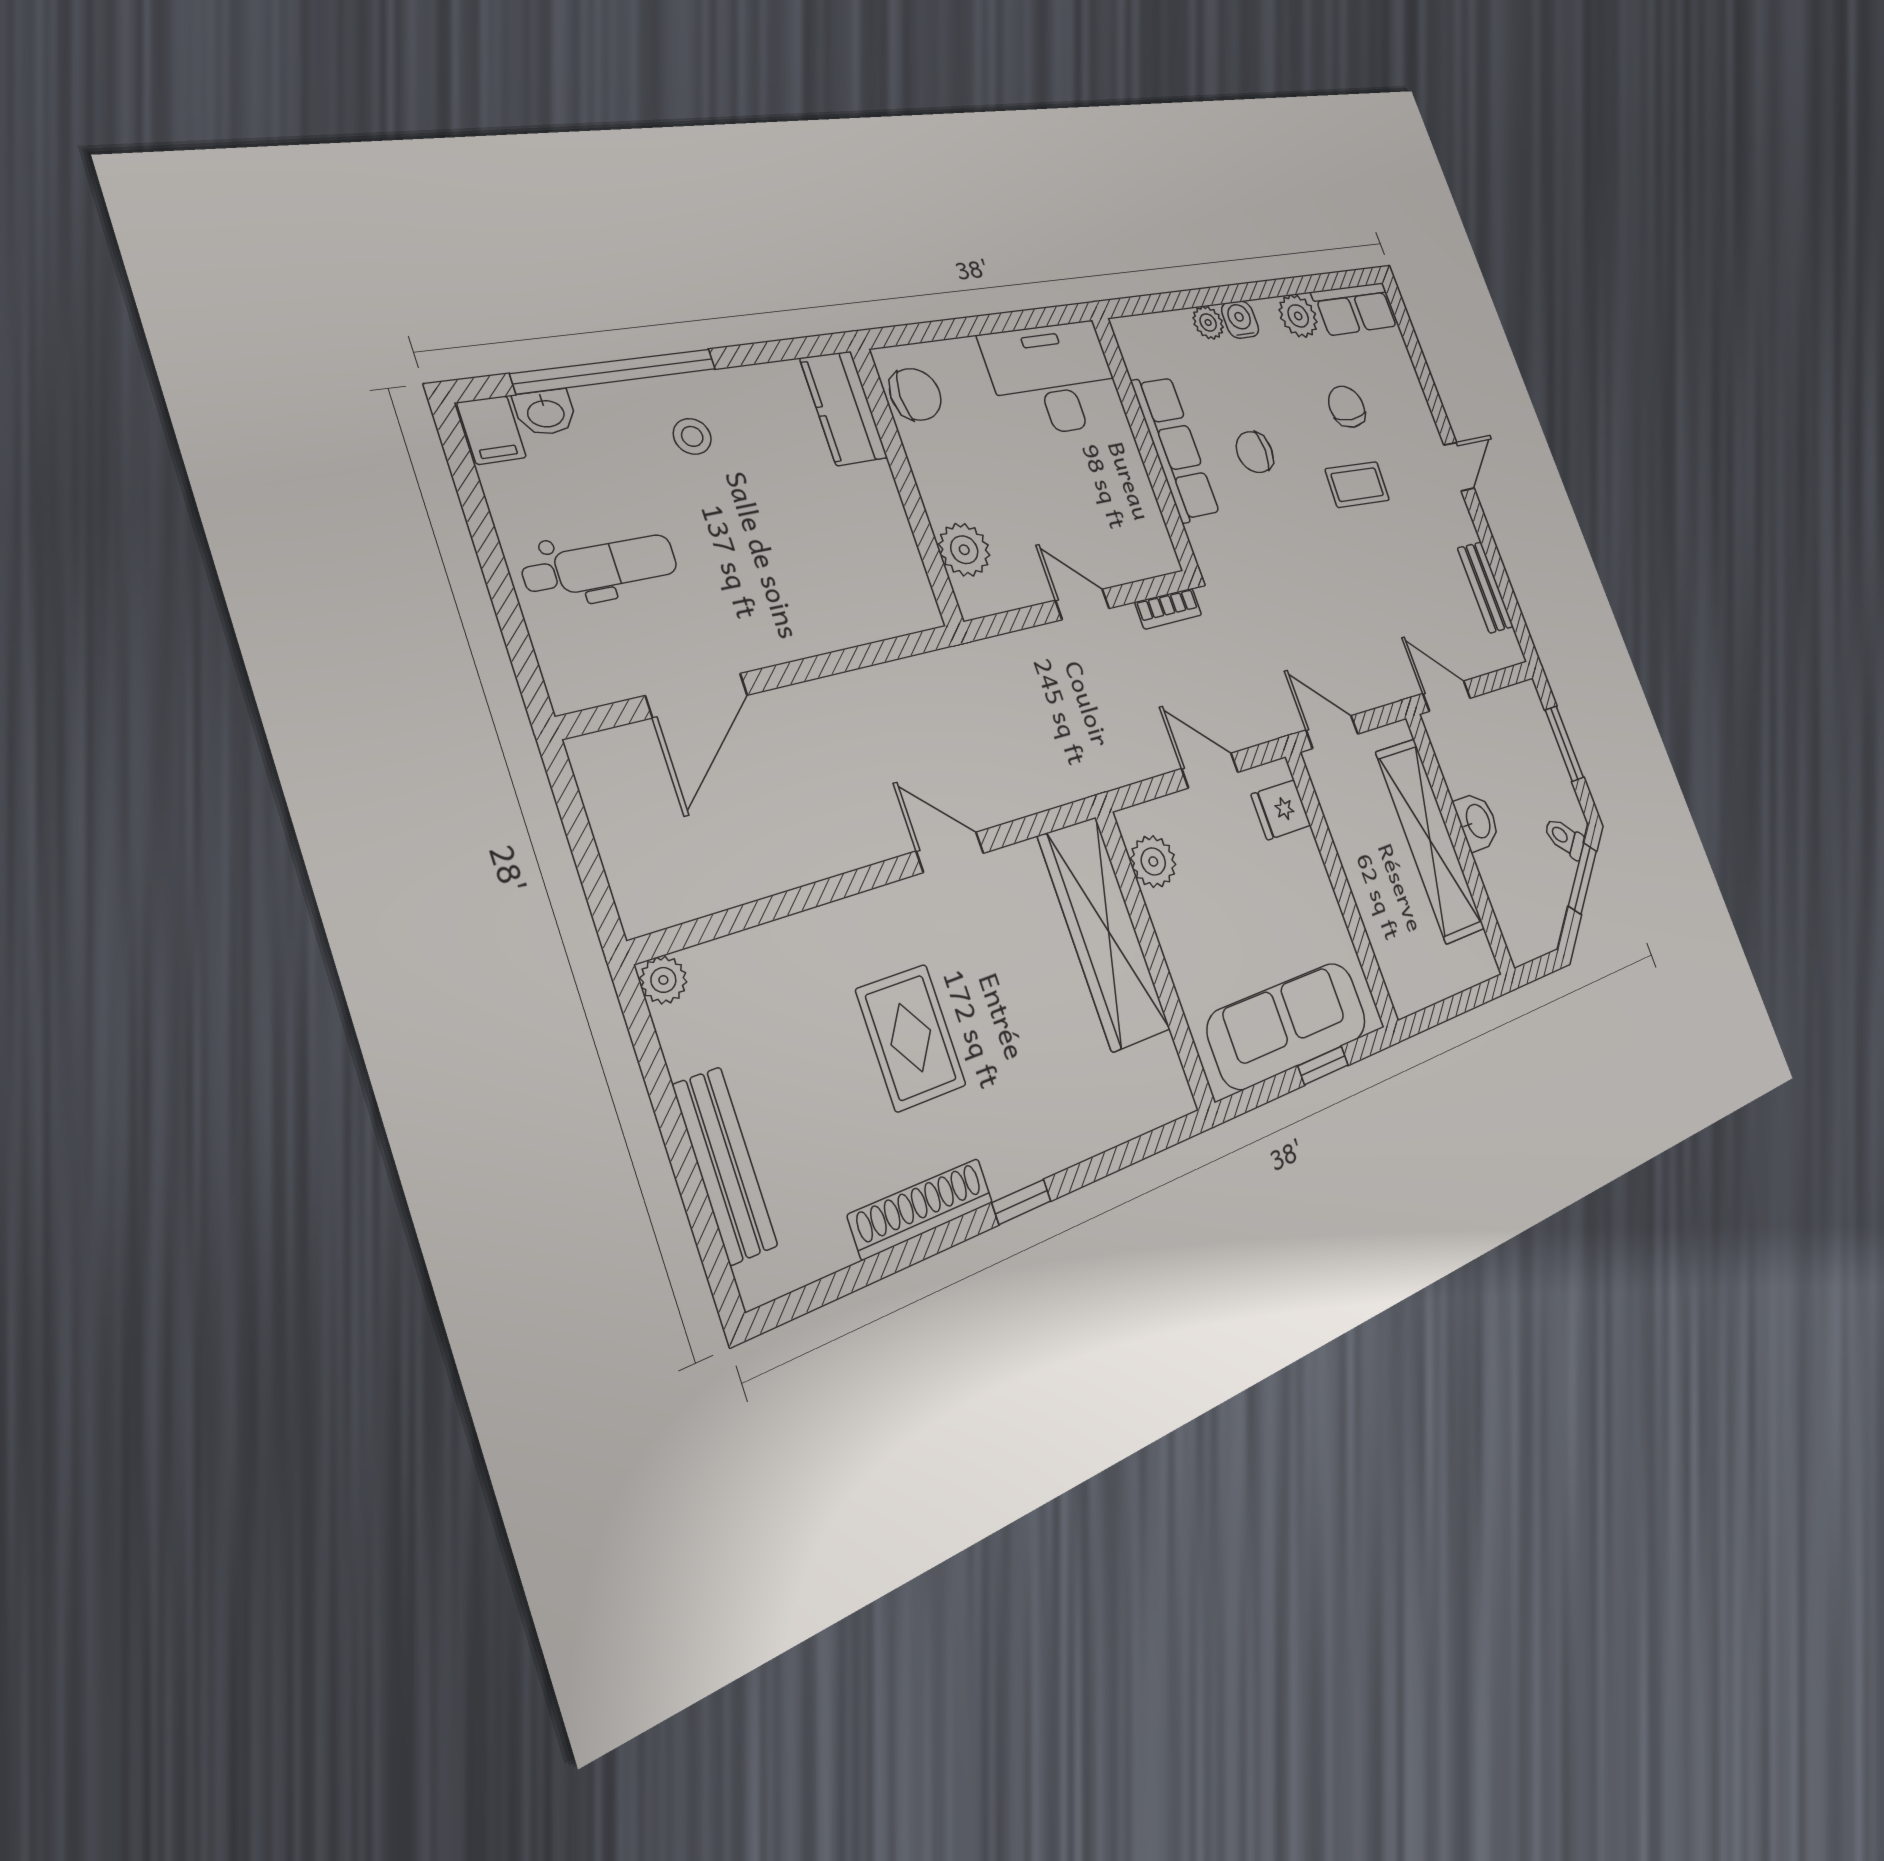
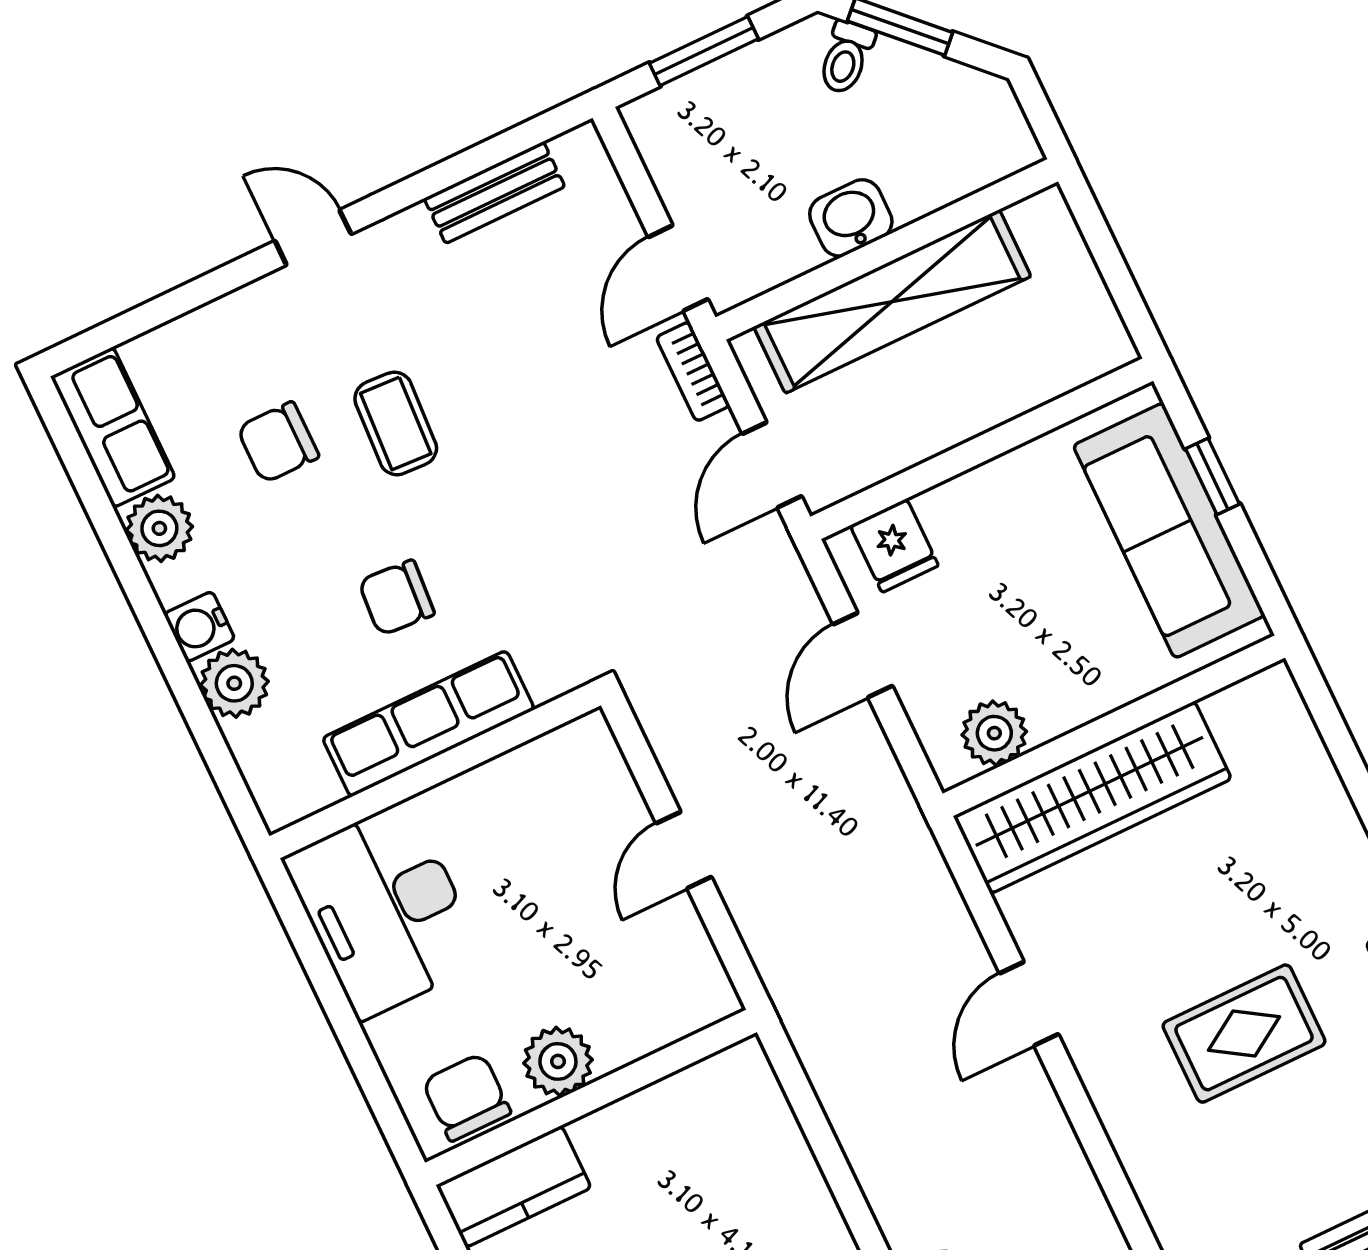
plant: (1208, 322) -> (234, 683), width x1.38, depth x1.38
chair: (1255, 452) -> (396, 598), turned 94
plant: (964, 550) -> (558, 1061), moved
bookcase: (1168, 609) -> (693, 371), moved, turned 180

